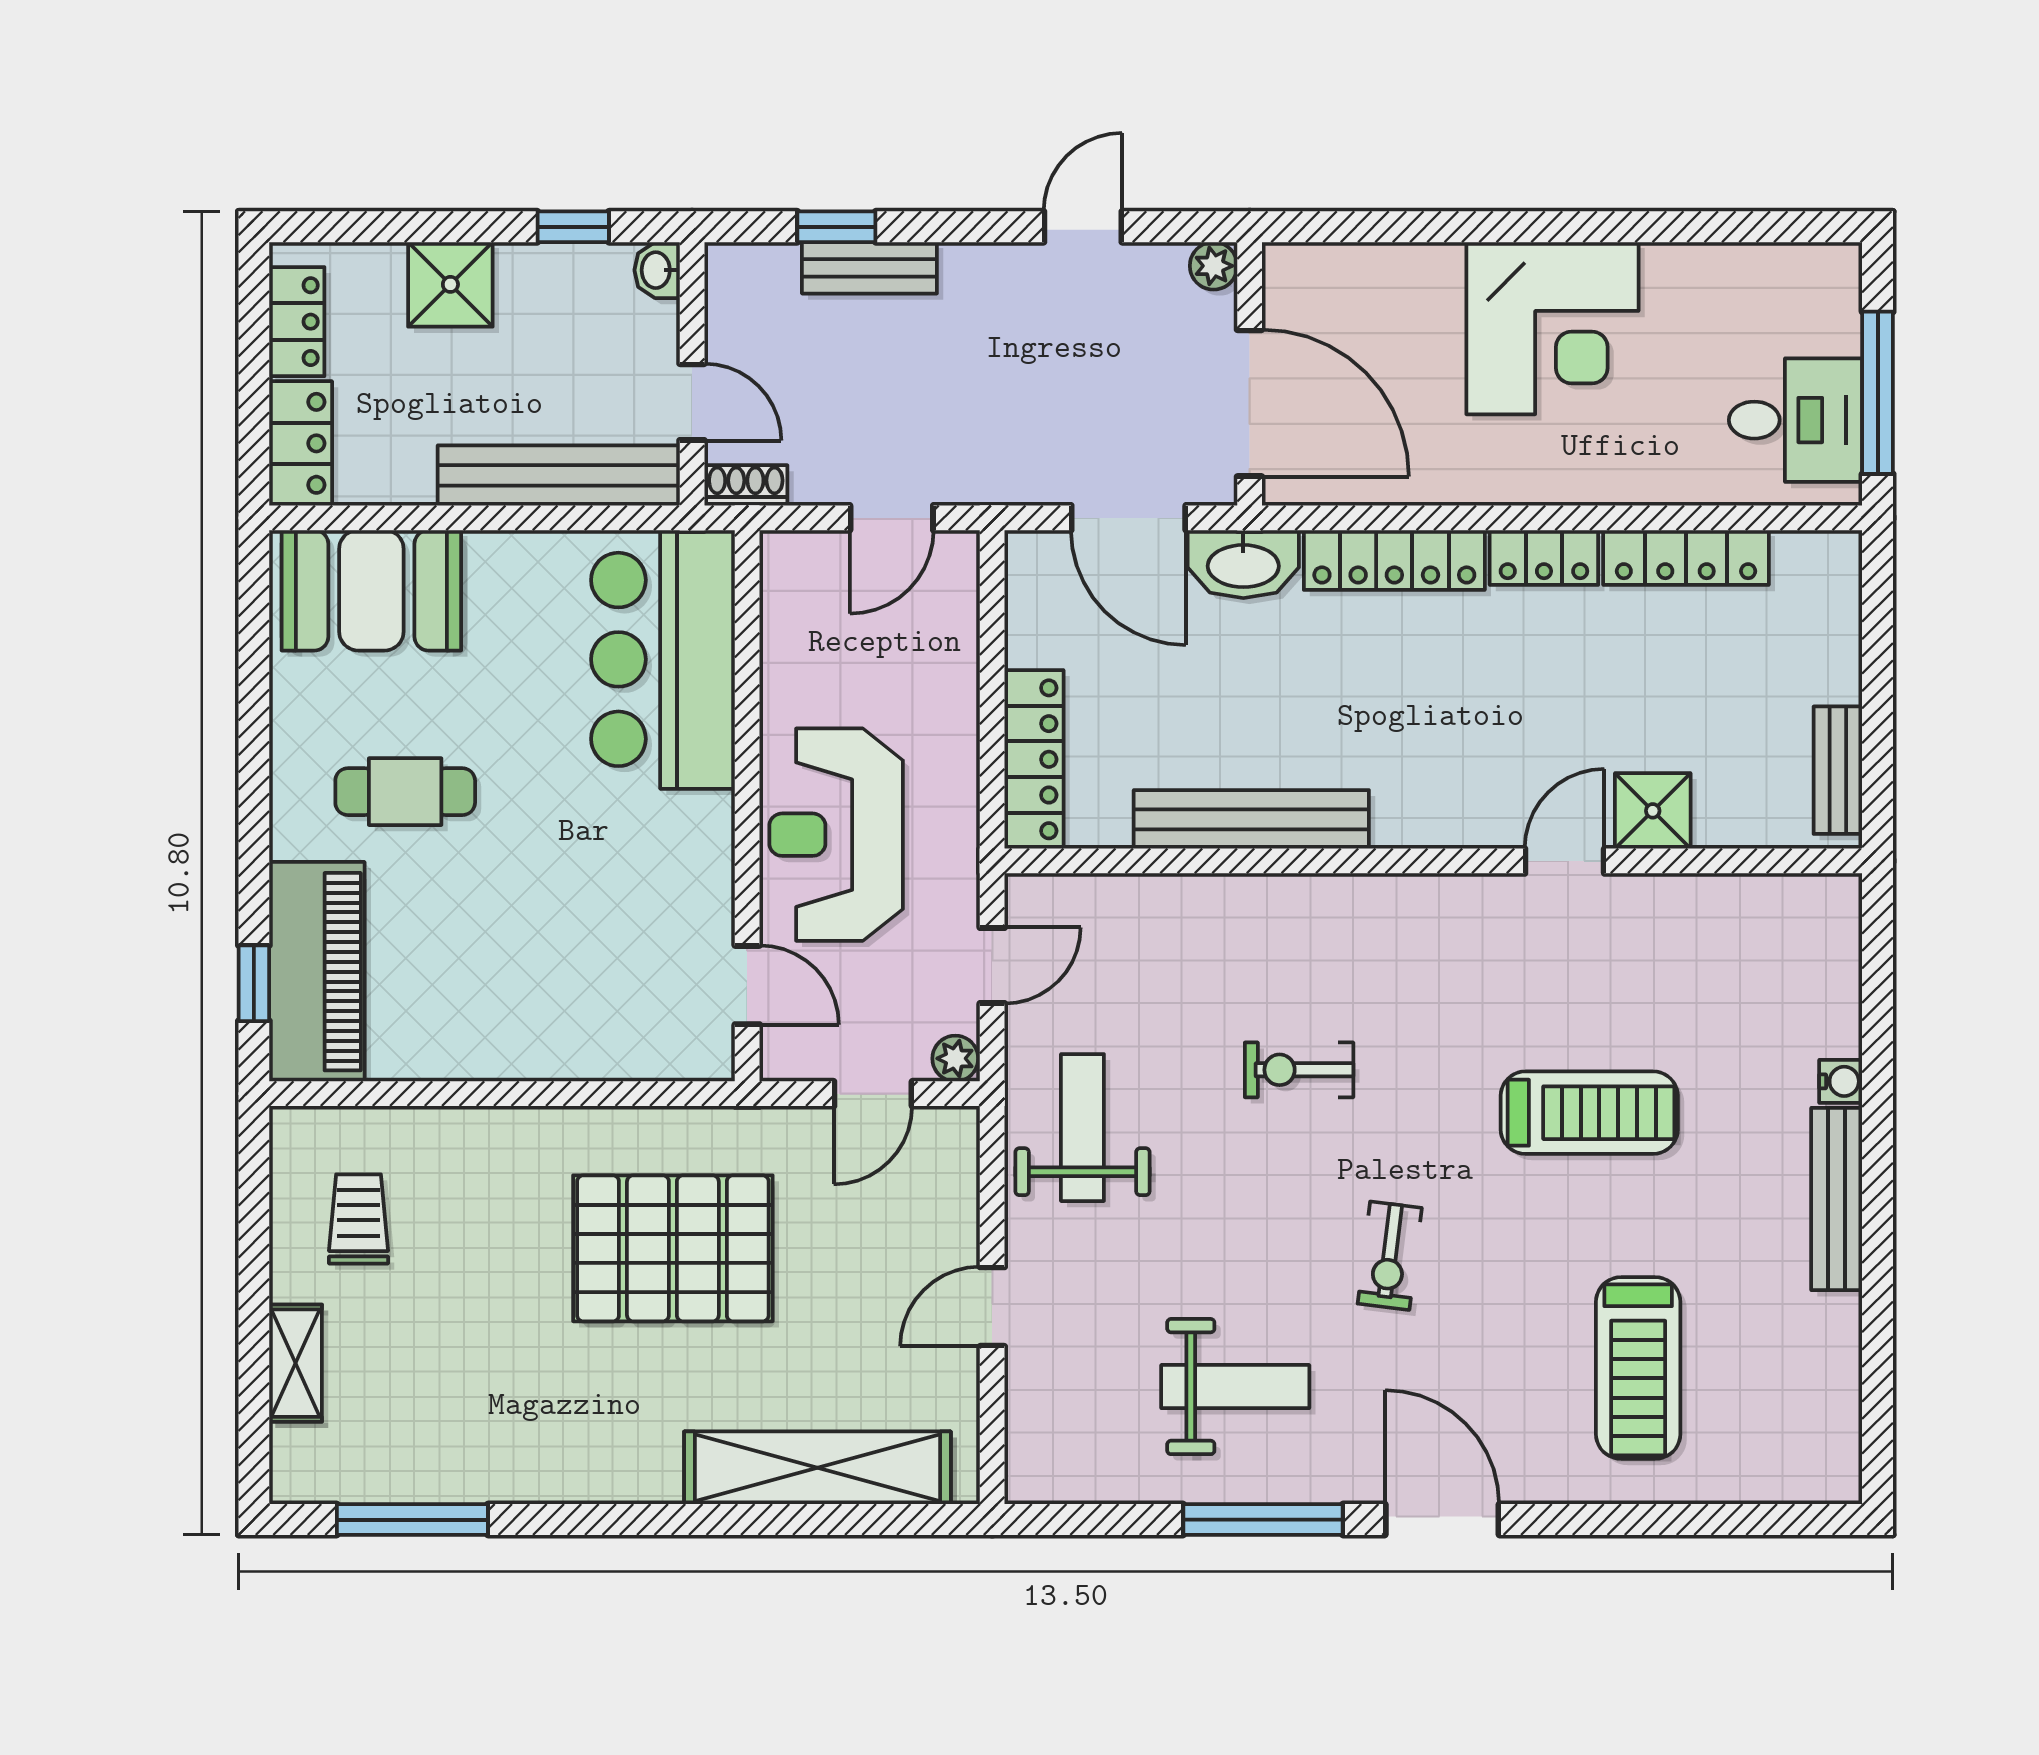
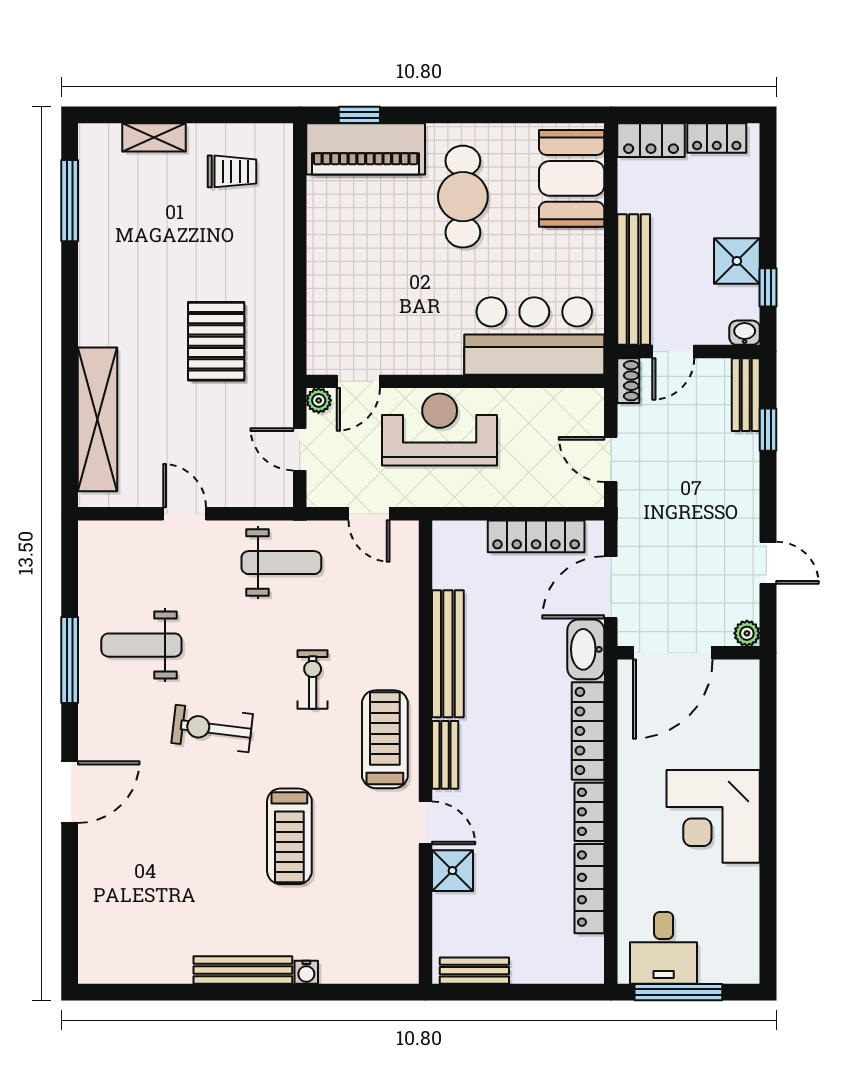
bench: (869, 268) -> (746, 395), moved
shower: (450, 284) -> (737, 261), moved
locker: (1034, 759) -> (536, 536), moved
cafe table: (405, 792) -> (463, 197), width x1.37, depth x1.35
bench: (1438, 825) -> (445, 755), added
plant: (955, 1058) -> (319, 400), moved
pallet: (673, 1248) -> (216, 341), width x0.73, depth x0.71
exercise bike: (1390, 1256) -> (212, 728), width x1.38, depth x1.39
treadmill: (1638, 1368) -> (385, 739), moved, turned 90
weight bench: (1235, 1387) -> (141, 645), turned 90
door: (1442, 1520) -> (70, 792), moved

